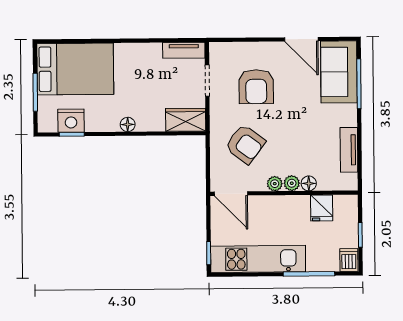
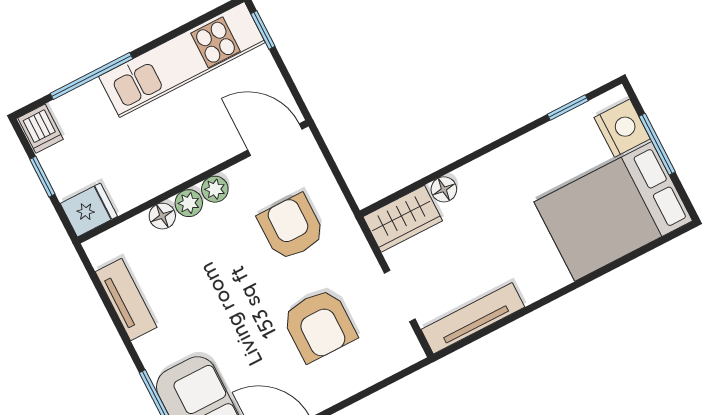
tv unit: (184, 50) -> (473, 318), width x1.41
armchair: (256, 87) -> (319, 325), turned 180
nightstand: (71, 121) -> (622, 128), moved, turned 90
floor lamp: (128, 124) -> (444, 189), moved
armchair: (245, 144) -> (291, 227), turned 53
fridge: (322, 208) -> (89, 210), moved, turned 90

